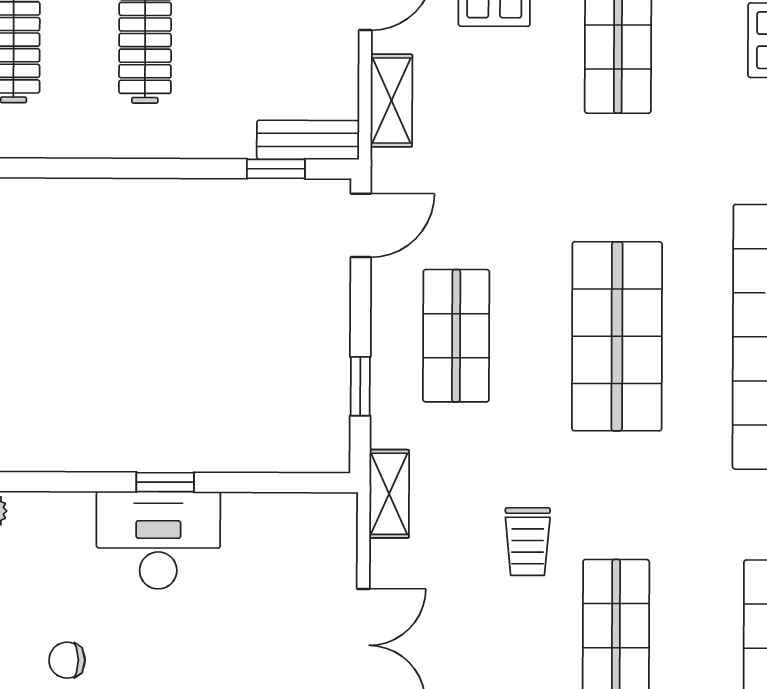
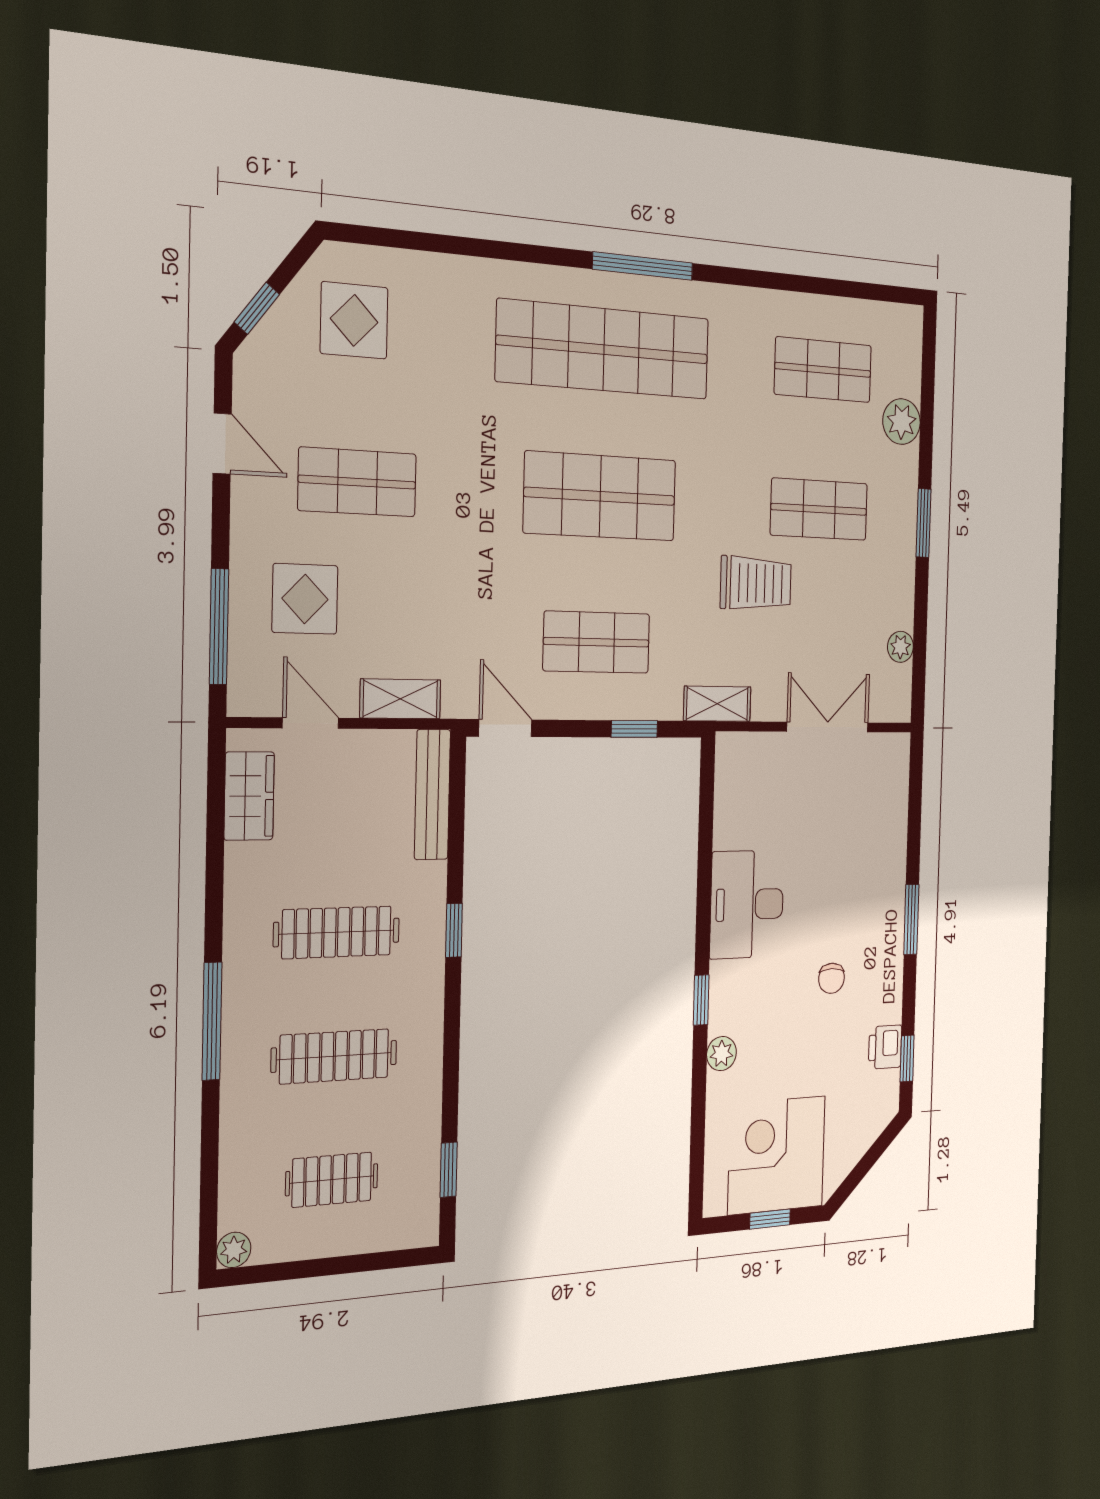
bench: (308, 140) -> (432, 795), width x1.36
window: (276, 169) -> (454, 930), moved
window: (165, 482) -> (701, 1000), moved
trolley: (528, 542) -> (756, 583), width x1.36, depth x1.39

